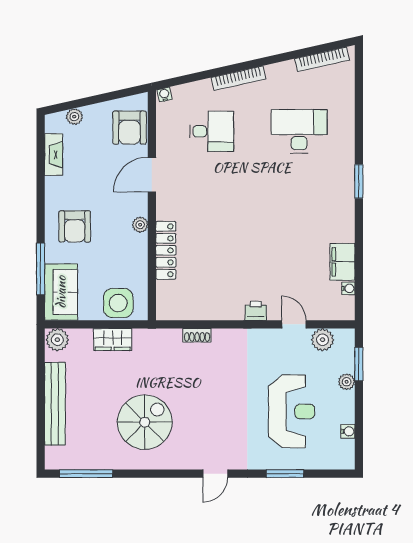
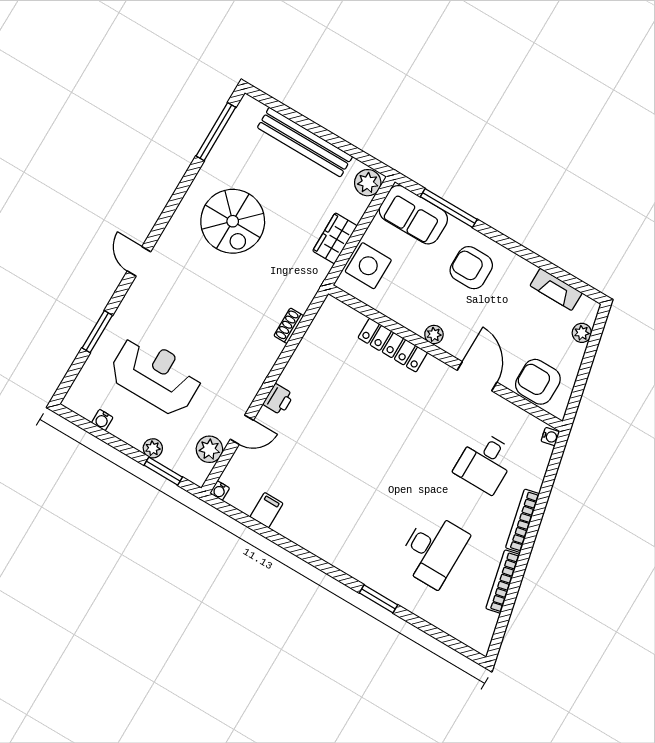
bookcase: (322, 59) -> (503, 582), moved
window: (359, 181) -> (378, 599), moved
filing cabinet: (342, 262) -> (267, 510), width x0.50
water cooler: (348, 288) -> (220, 491), moved
reception desk: (292, 411) -> (156, 375), turned 180

